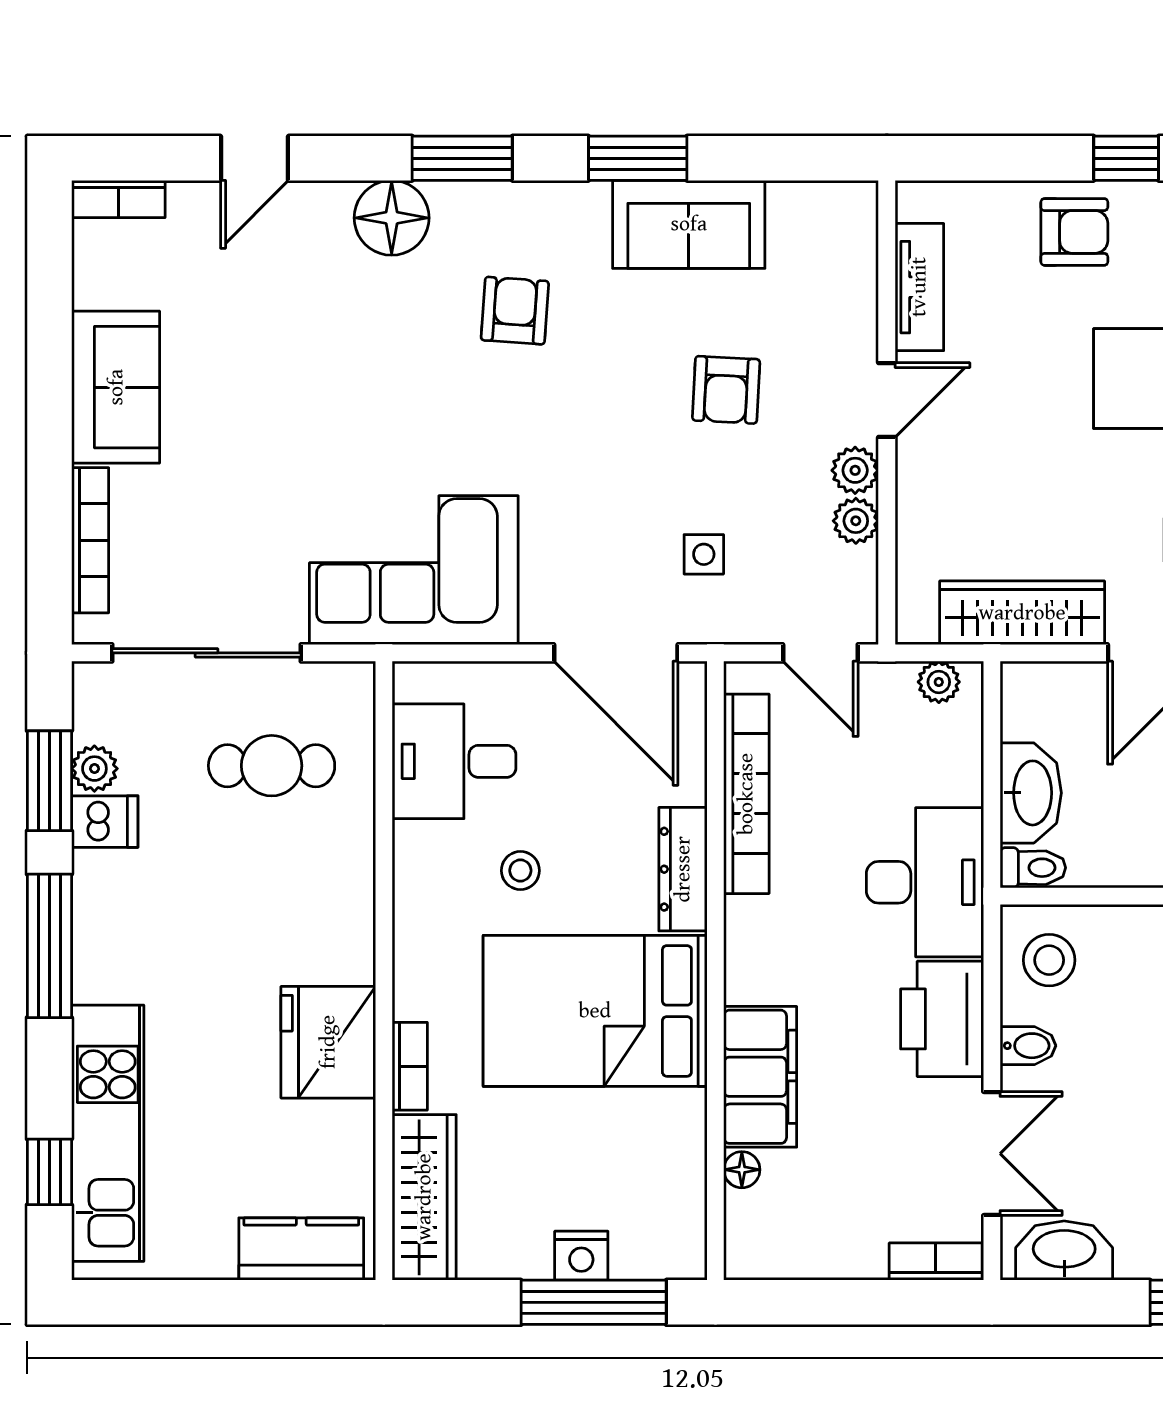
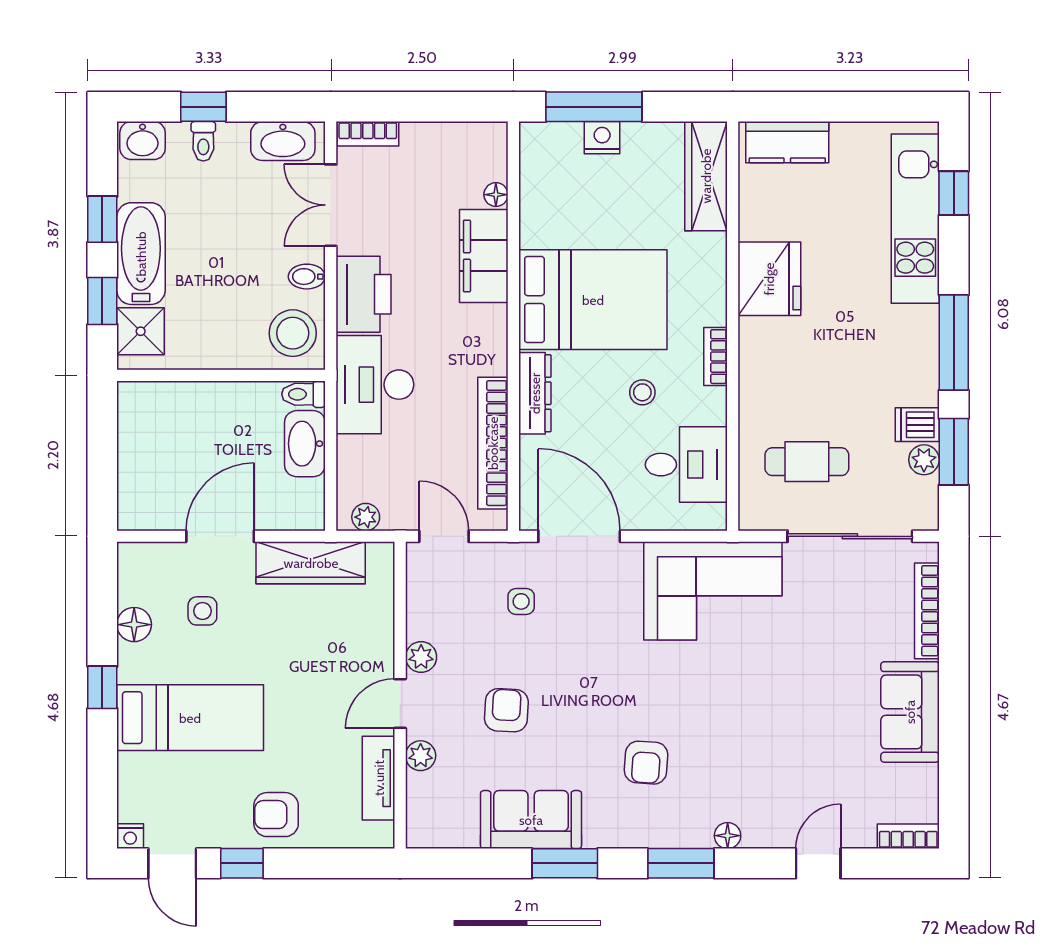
floor lamp: (392, 218) -> (728, 836), width x0.53, depth x0.53
plant: (856, 521) -> (421, 756), moved
stool: (1049, 960) -> (293, 333), width x1.38, depth x1.38
bookcase: (410, 1066) -> (716, 357), moved

